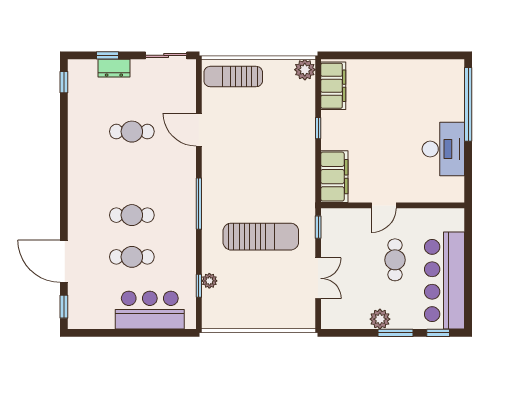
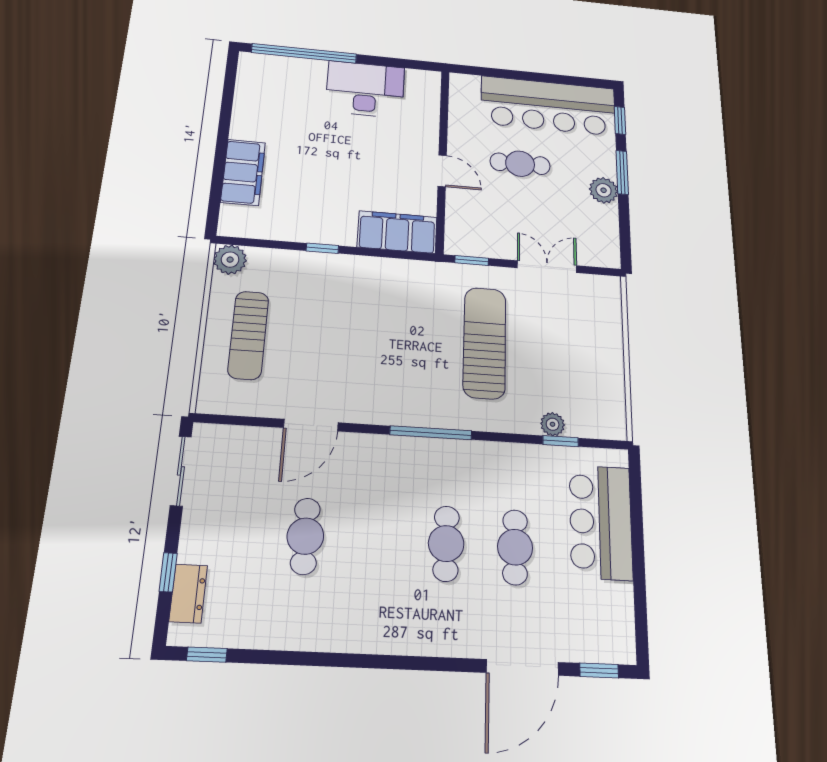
dresser: (114, 68) -> (188, 594), moved
sun lounger: (233, 77) -> (248, 335), moved
filing cabinet: (333, 86) -> (243, 172), moved, turned 90

